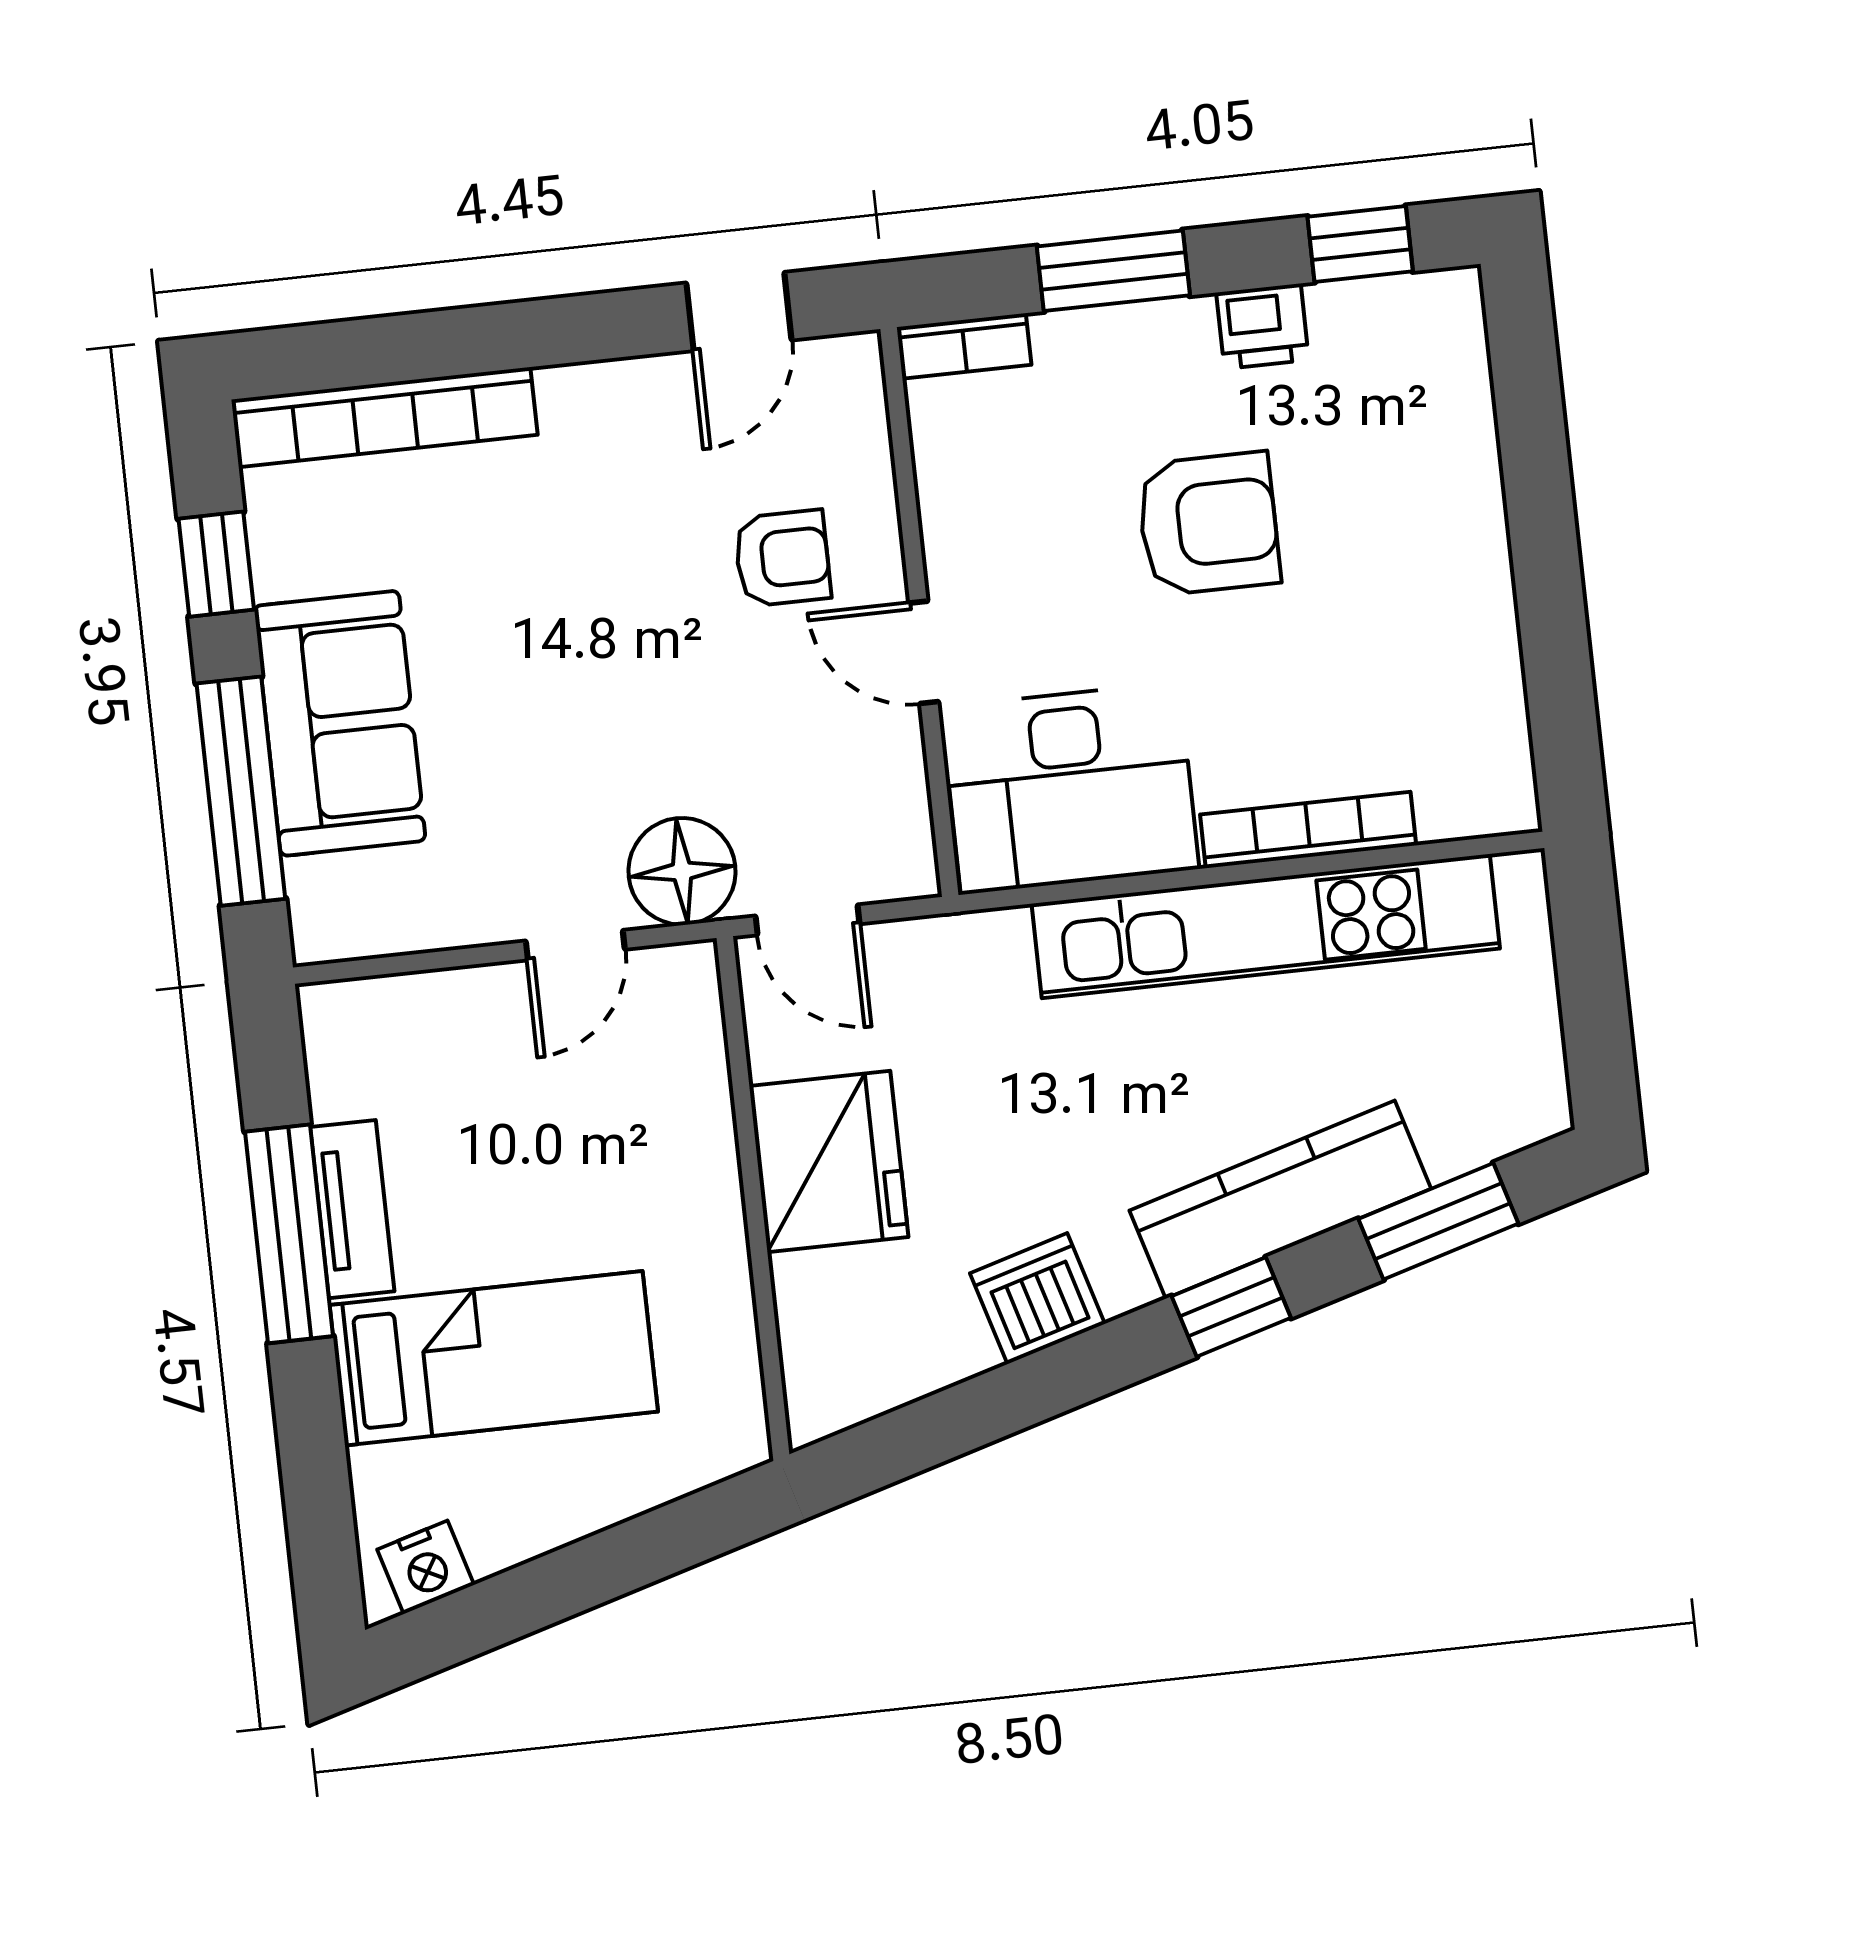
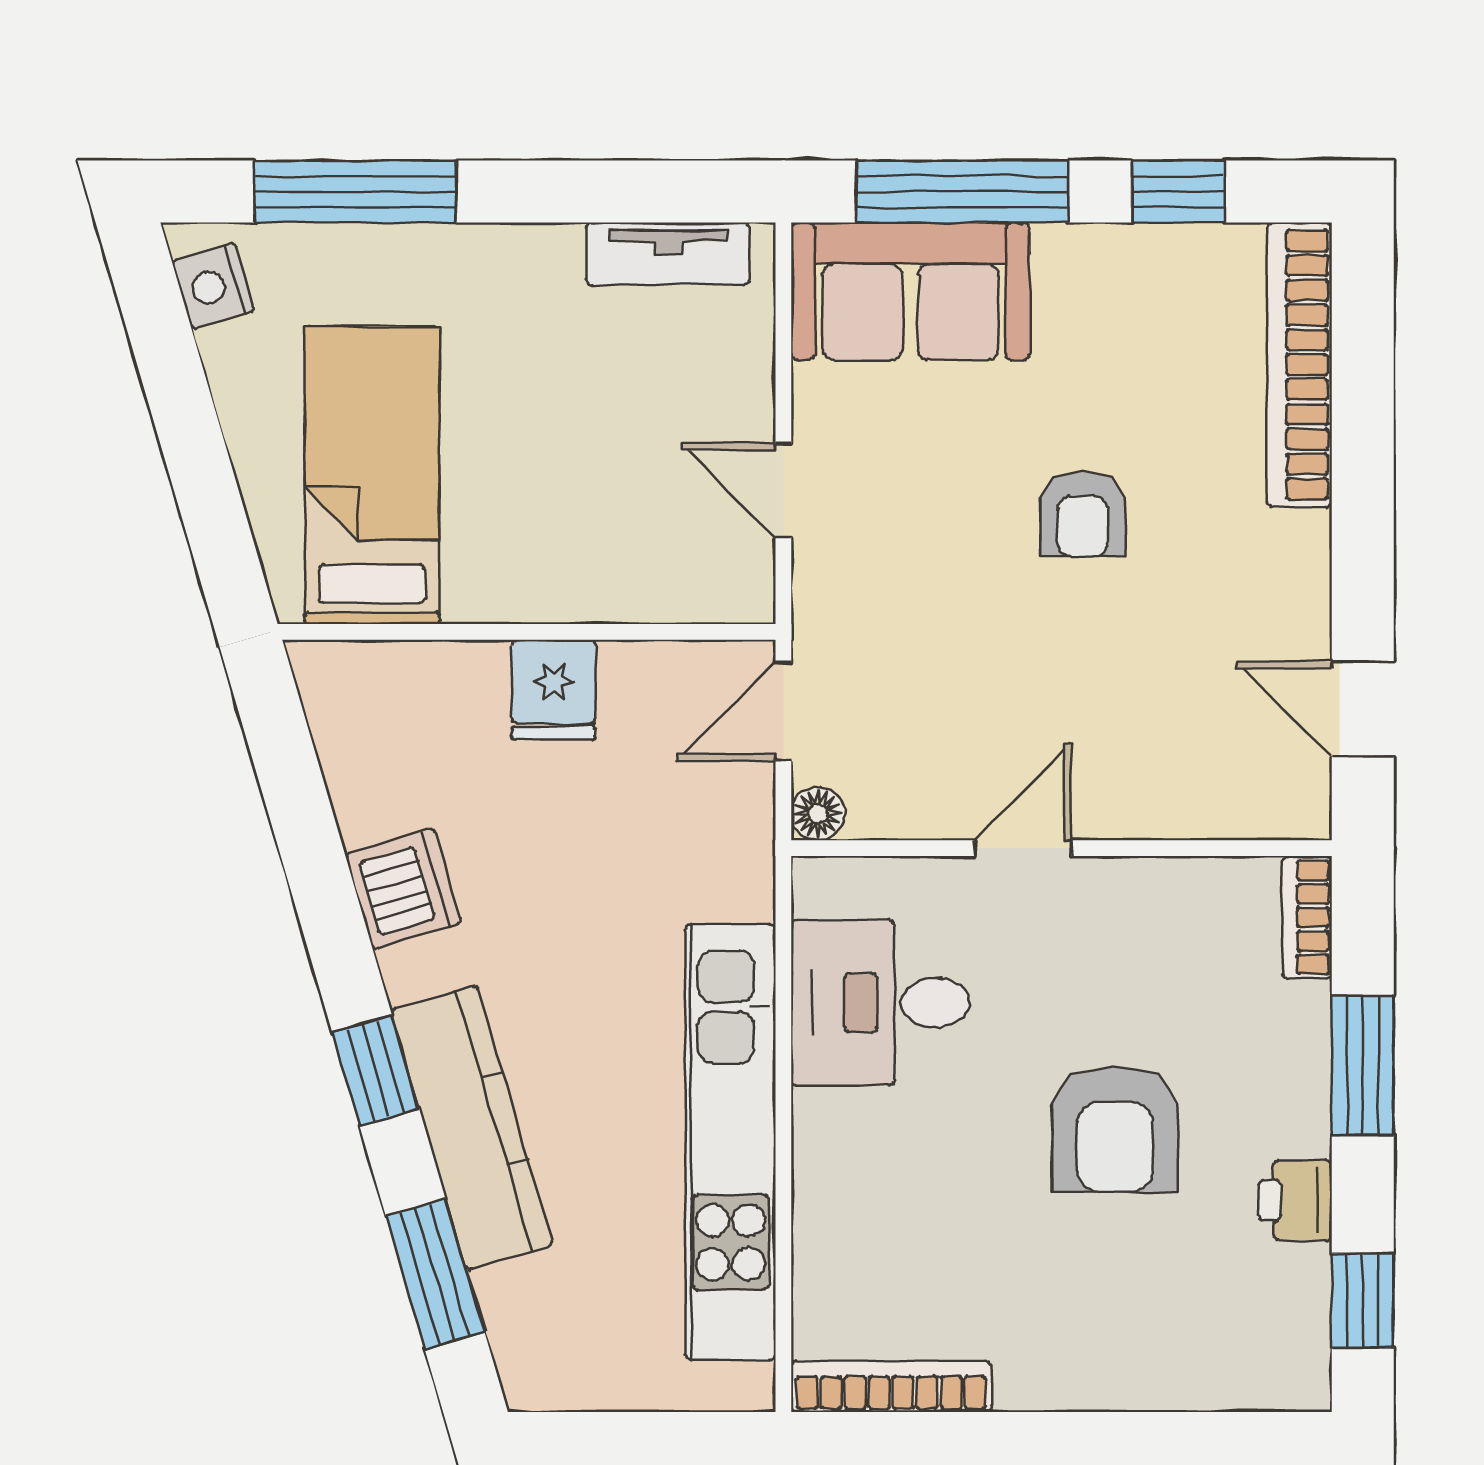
armchair: (782, 558) -> (1083, 514), moved
sofa: (340, 723) -> (910, 291), moved
desk: (1070, 788) -> (880, 1003), width x0.73
bookcase: (1308, 830) -> (891, 1386), moved, turned -90
floor lamp: (682, 871) -> (818, 814), moved, width x0.53, depth x0.53
fridge: (829, 1161) -> (554, 690), width x0.53, depth x0.75
tv unit: (352, 1209) -> (668, 254), moved
window: (289, 1234) -> (355, 192), moved
bed: (494, 1358) -> (372, 475), moved, turned 180

